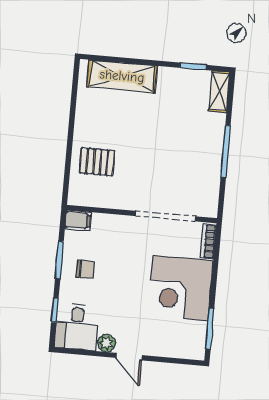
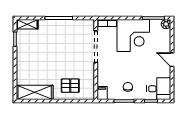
shelving: (122, 76) -> (35, 92), moved, turned 90
pallet: (97, 162) -> (70, 86), turned 90
plant: (107, 343) -> (166, 24), moved
door: (129, 357) -> (172, 60), swing flipped

